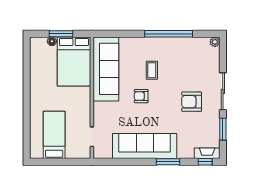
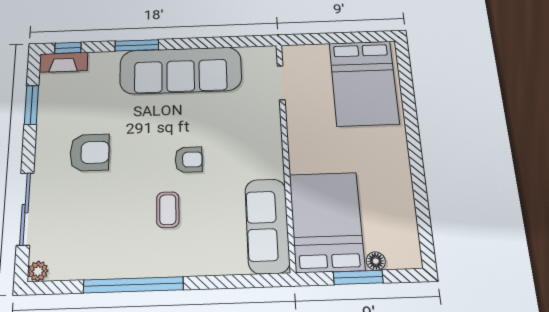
sofa: (106, 69) -> (267, 226), width x0.74, depth x0.79
sliding door: (223, 91) -> (25, 209), moved
bed: (54, 135) -> (364, 83), width x1.50

